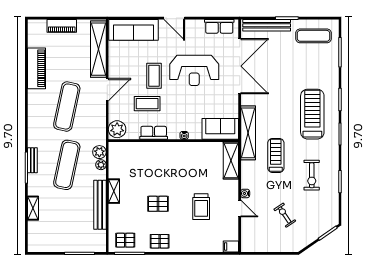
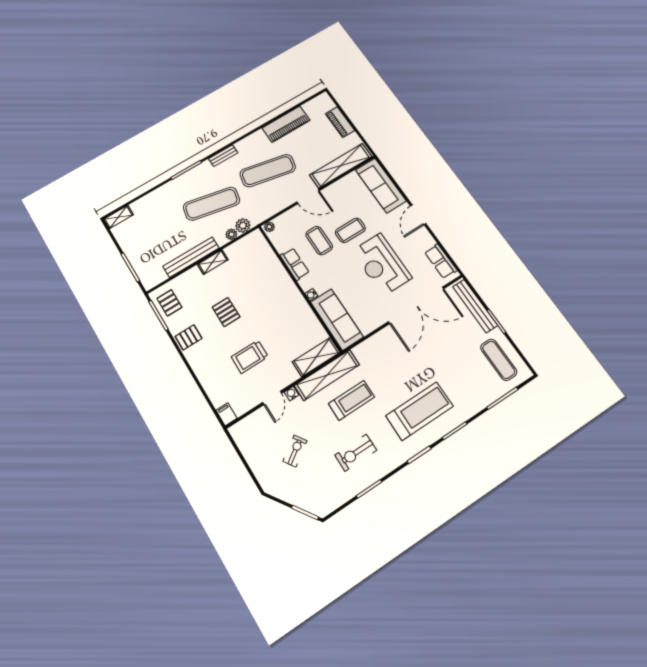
plant: (117, 129) -> (269, 227), width x0.53, depth x0.53
sofa: (220, 129) -> (337, 319), width x1.36
shelving: (248, 133) -> (327, 375), moved
bench: (32, 160) -> (223, 156), moved
shelving: (33, 208) -> (118, 217), moved
pallet: (160, 241) -> (188, 337), turned 90

